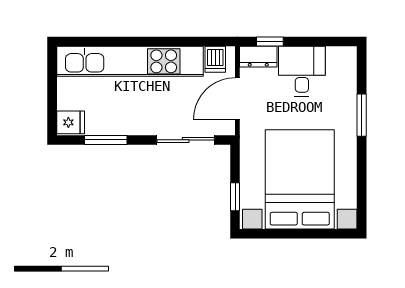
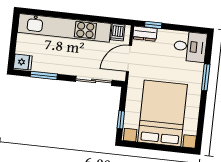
desk: (302, 71) -> (190, 47), moved, turned 90

